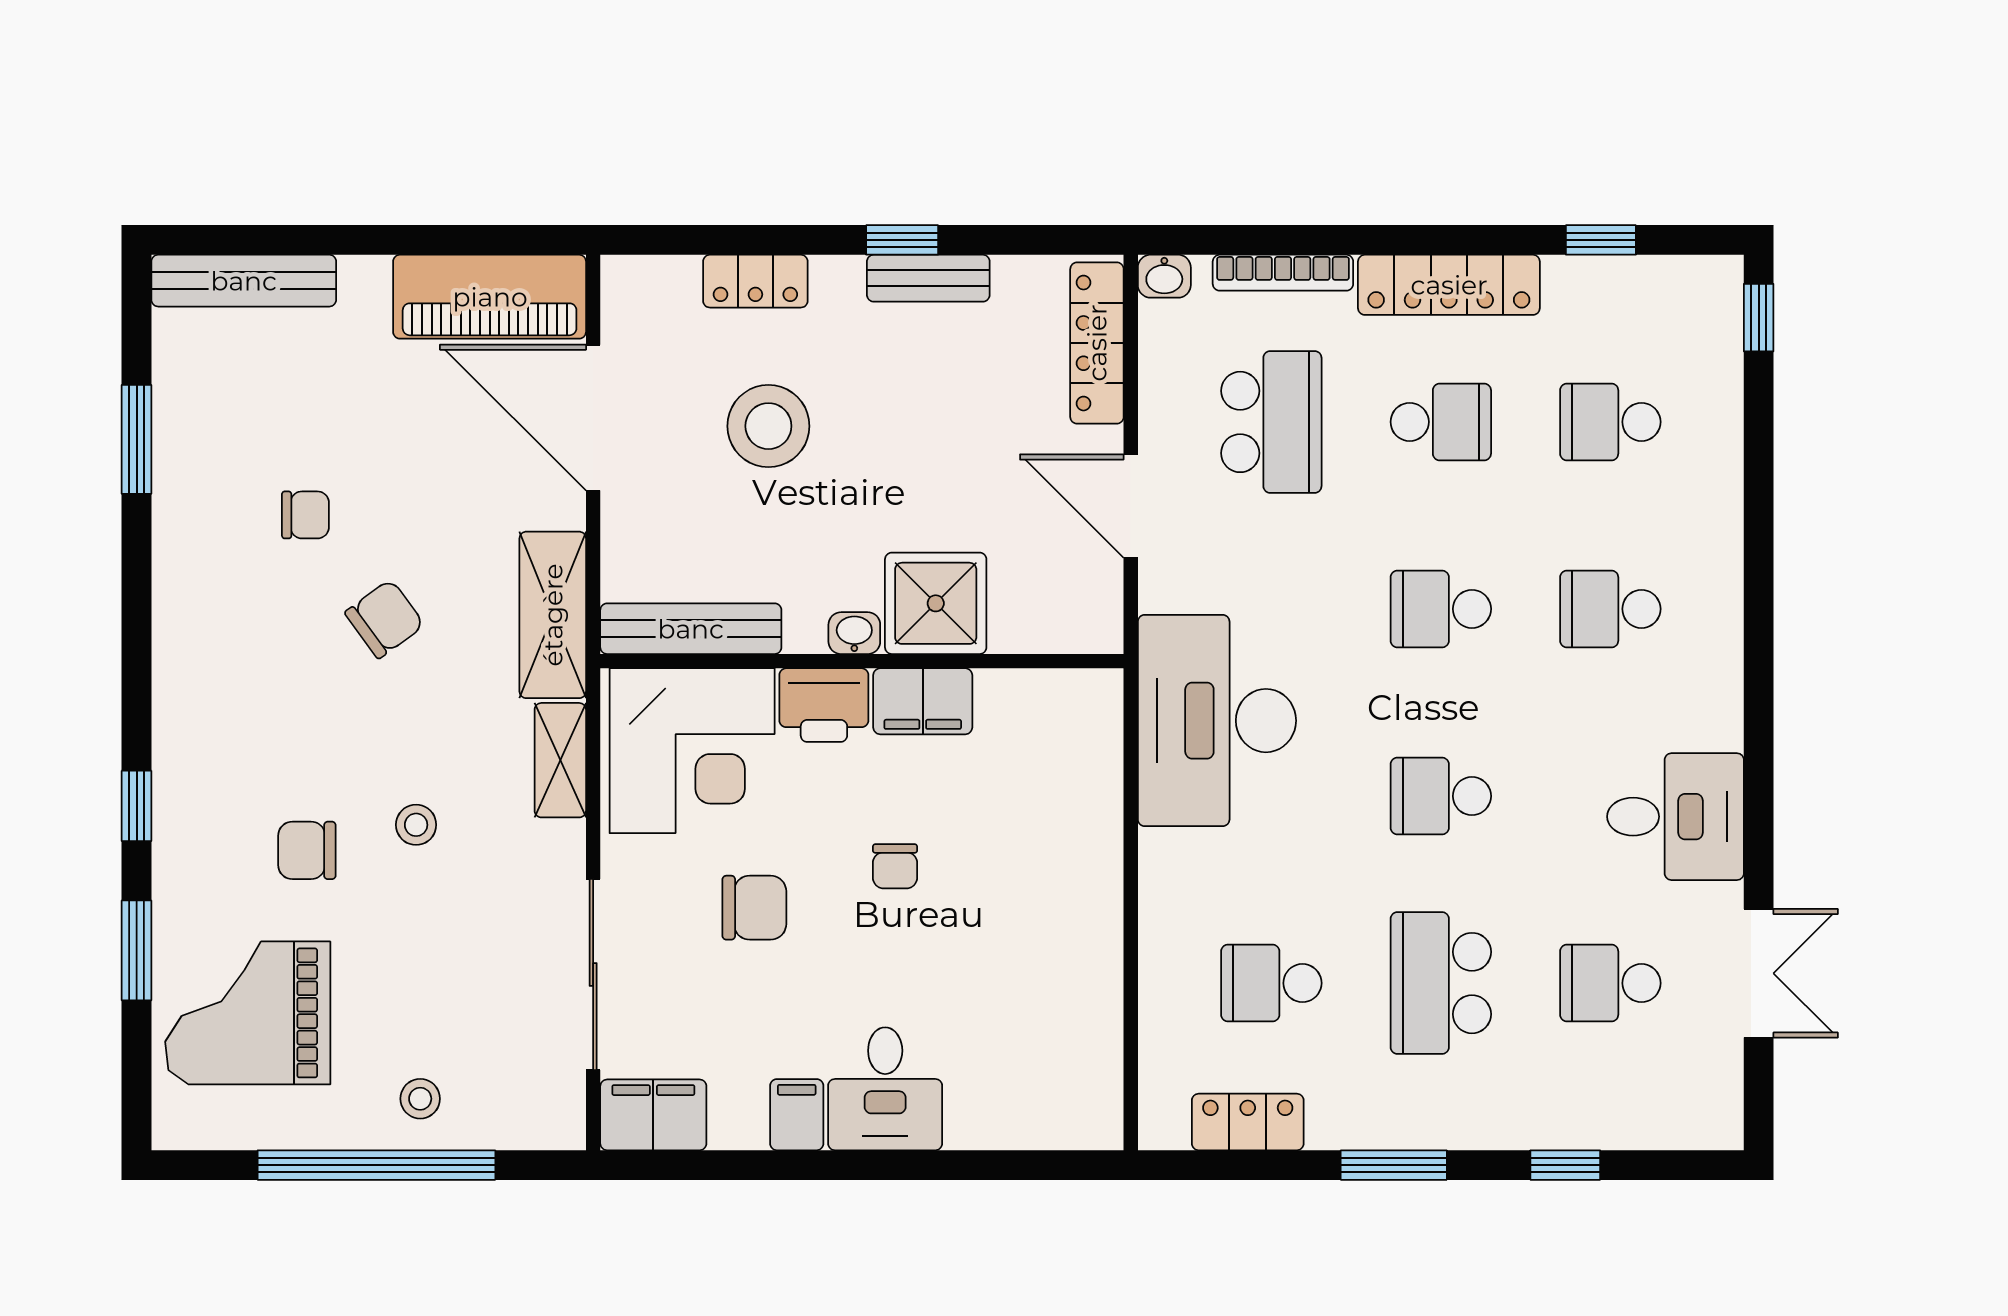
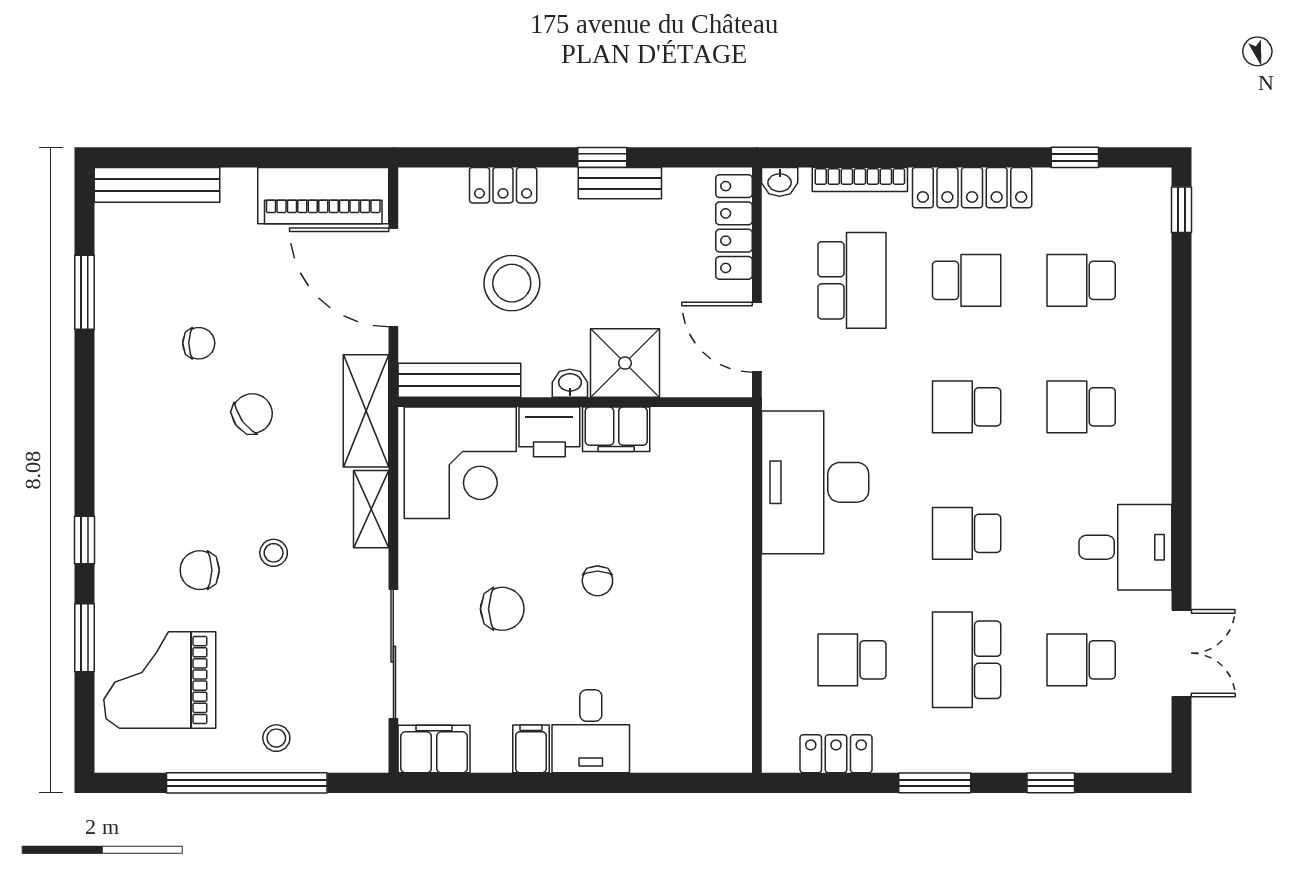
shower: (936, 603) -> (625, 363), moved
bench: (691, 629) -> (459, 380), moved
washbasin: (854, 633) -> (570, 383), moved
wall: (862, 661) -> (575, 402), moved
filing cabinet: (923, 701) -> (616, 429), moved
printer: (824, 705) -> (549, 432), moved
corner desk: (692, 751) -> (460, 463), moved

